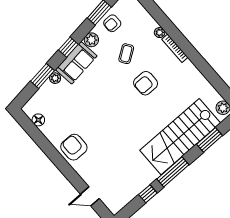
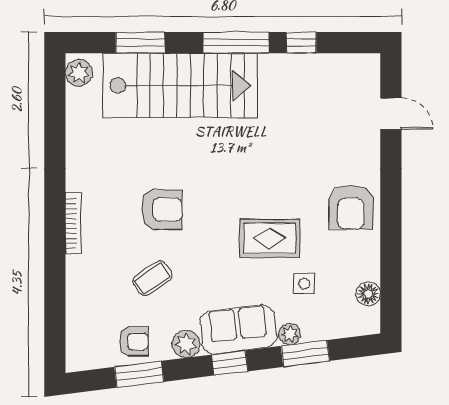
plant: (160, 33) -> (76, 266), removed
side table: (66, 102) -> (304, 284), added
rug: (95, 108) -> (270, 238), added

